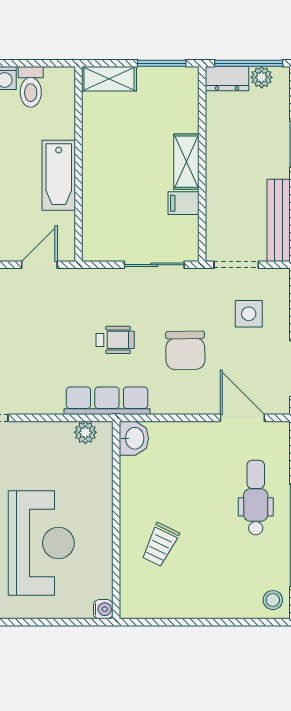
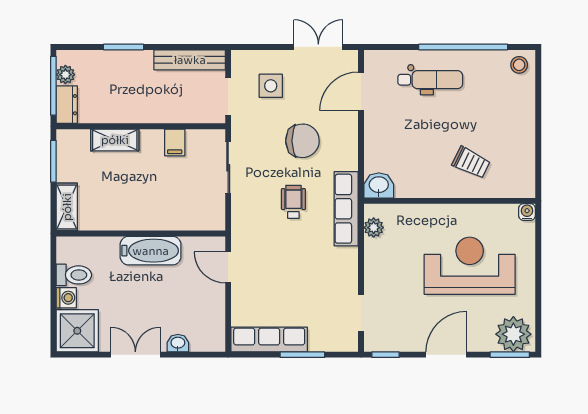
shelving: (186, 162) -> (115, 140), moved
dental chair: (256, 498) -> (430, 80), turned 180

